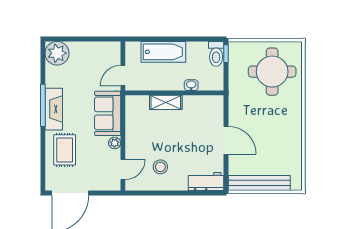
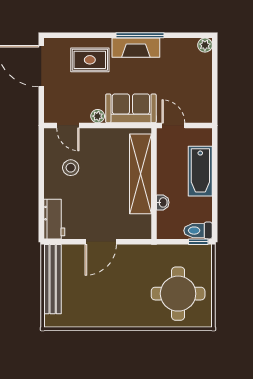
plant: (57, 53) -> (205, 45), width x0.53, depth x0.53
shelving: (166, 102) -> (141, 174), width x2.20, depth x1.33

